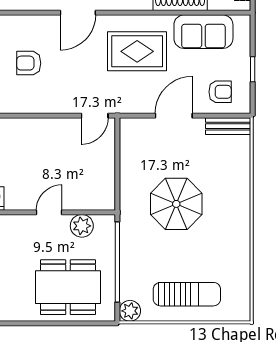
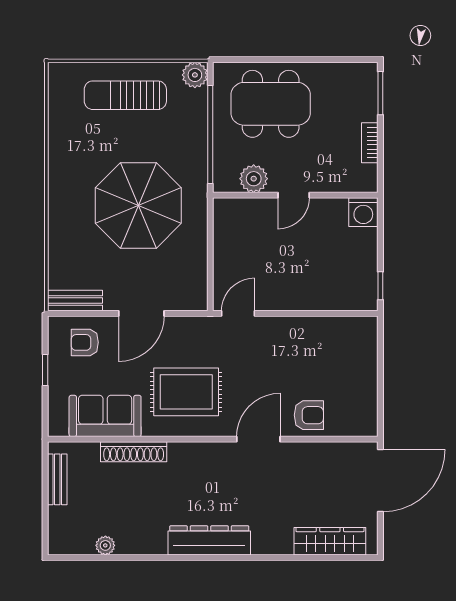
armchair: (29, 63) -> (309, 415), moved
parasol: (176, 204) -> (138, 205), width x1.36, depth x1.36

